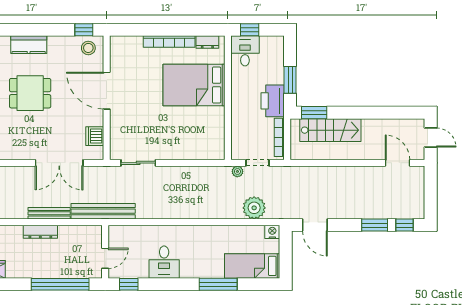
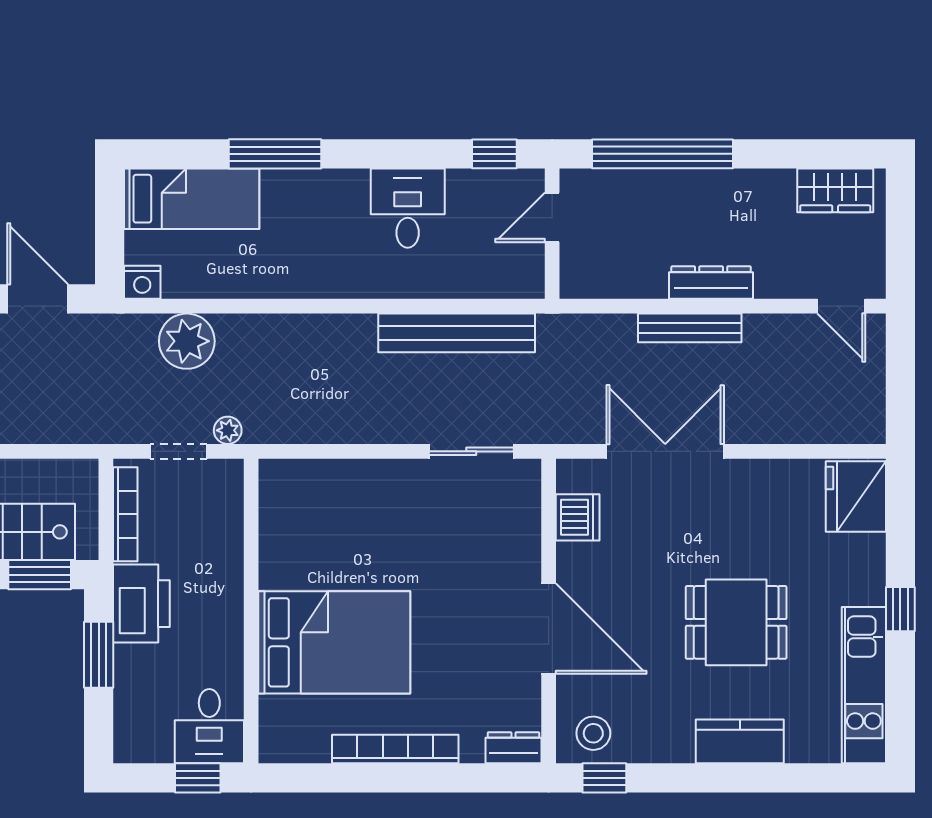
dresser: (207, 42) -> (513, 748), moved
bench: (103, 211) -> (457, 333), moved

